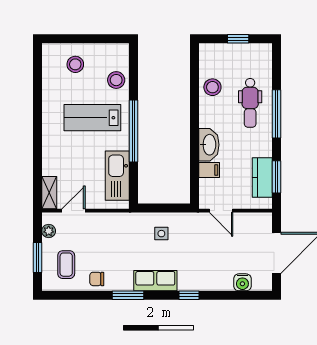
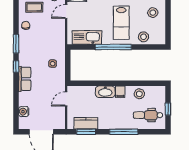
dental chair: (250, 103) -> (148, 115), moved
lab bench: (92, 118) -> (121, 23), turned 180
filing cabinet: (209, 170) -> (120, 92), moved
door: (73, 211) -> (66, 11), swing flipped
row of seats: (155, 281) -> (25, 79), moved
window: (189, 295) -> (16, 66), moved

